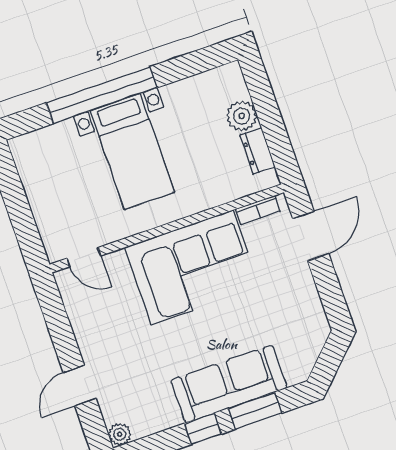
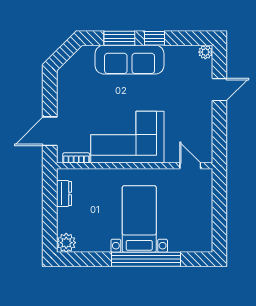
plant: (242, 116) -> (66, 243), moved

